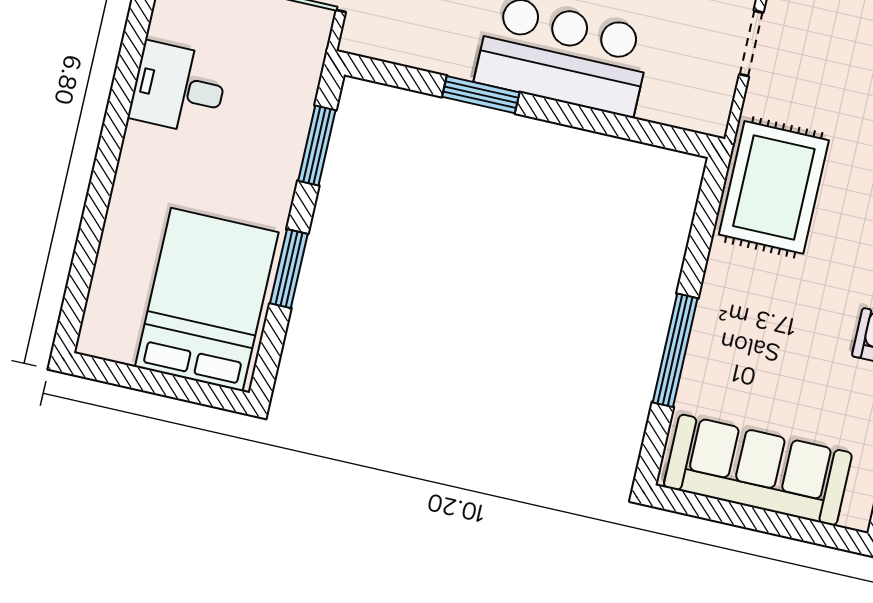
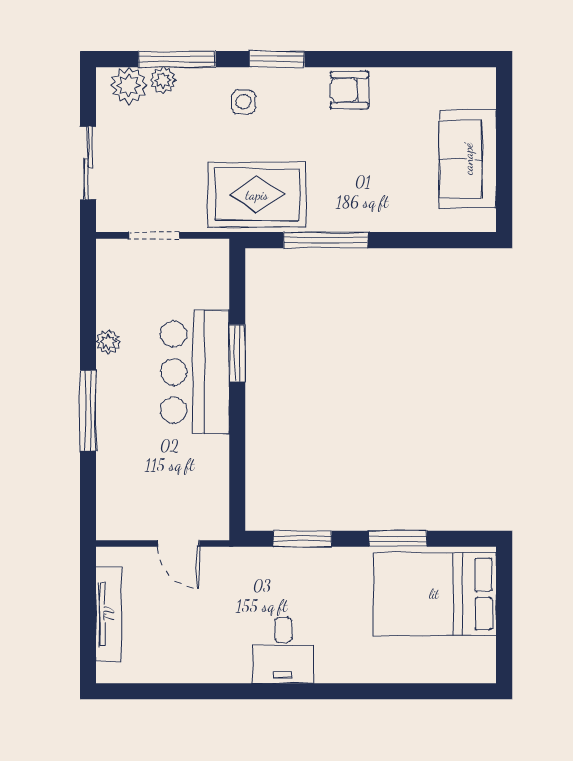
window: (481, 95) -> (237, 353), moved
window: (675, 350) -> (326, 240), moved
sofa: (758, 470) -> (468, 159), width x0.73

